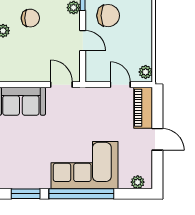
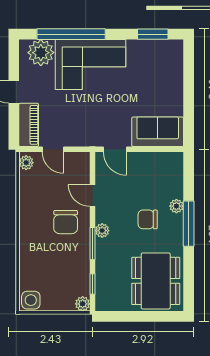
chair: (108, 16) -> (66, 222), turned -90
plant: (138, 182) -> (41, 53), width x1.88, depth x1.88
window: (81, 194) -> (71, 34), moved

